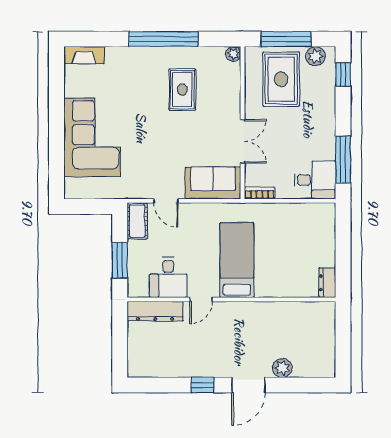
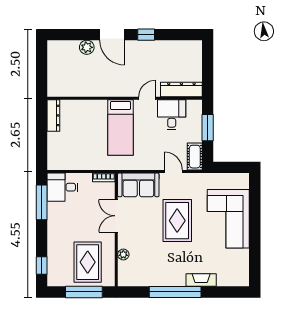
plant: (233, 54) -> (123, 254), moved
fireplace: (84, 55) -> (201, 280), moved
plant: (315, 56) -> (62, 279), removed
rug: (182, 90) -> (177, 221), moved, width x1.36, depth x1.43
dresser: (327, 283) -> (53, 115), width x1.44
door: (248, 385) -> (112, 35), swing flipped

